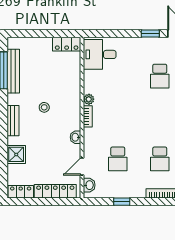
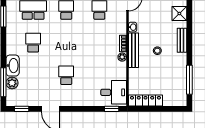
window: (150, 33) -> (112, 109), moved
locker: (67, 44) -> (145, 101), width x1.53
bench: (13, 71) -> (133, 50), moved

